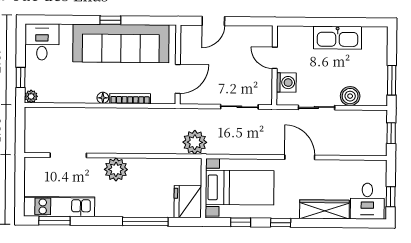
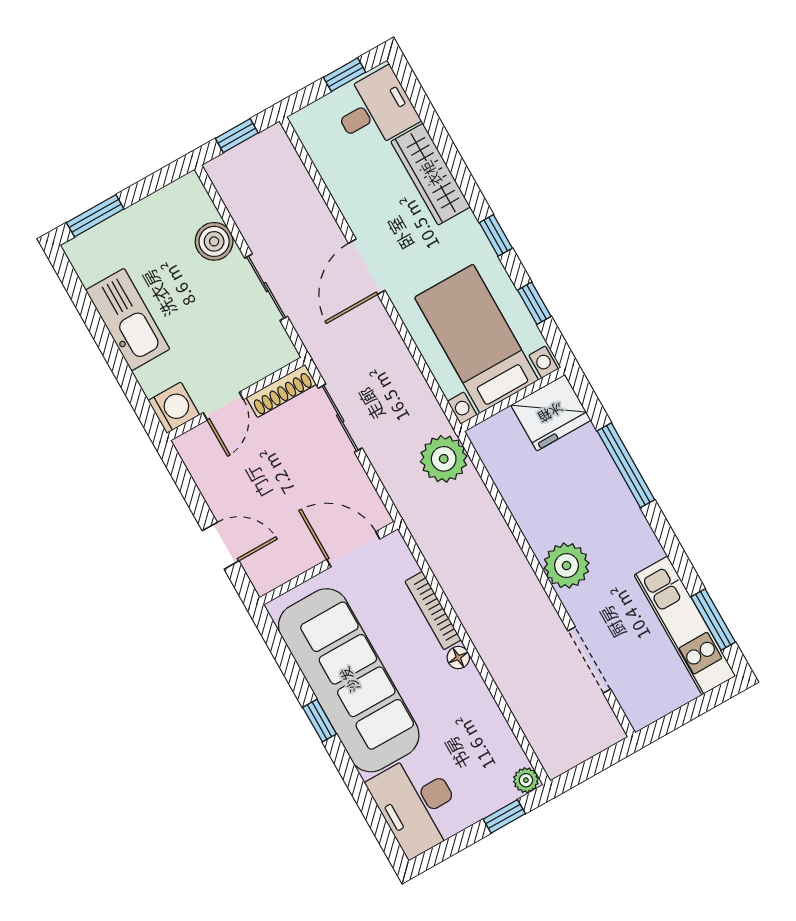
desk: (42, 42) -> (417, 804), width x1.37
window: (392, 80) -> (95, 216), moved
washing machine: (286, 83) -> (174, 408), moved, turned 90
shoe rack: (266, 88) -> (281, 391), added

